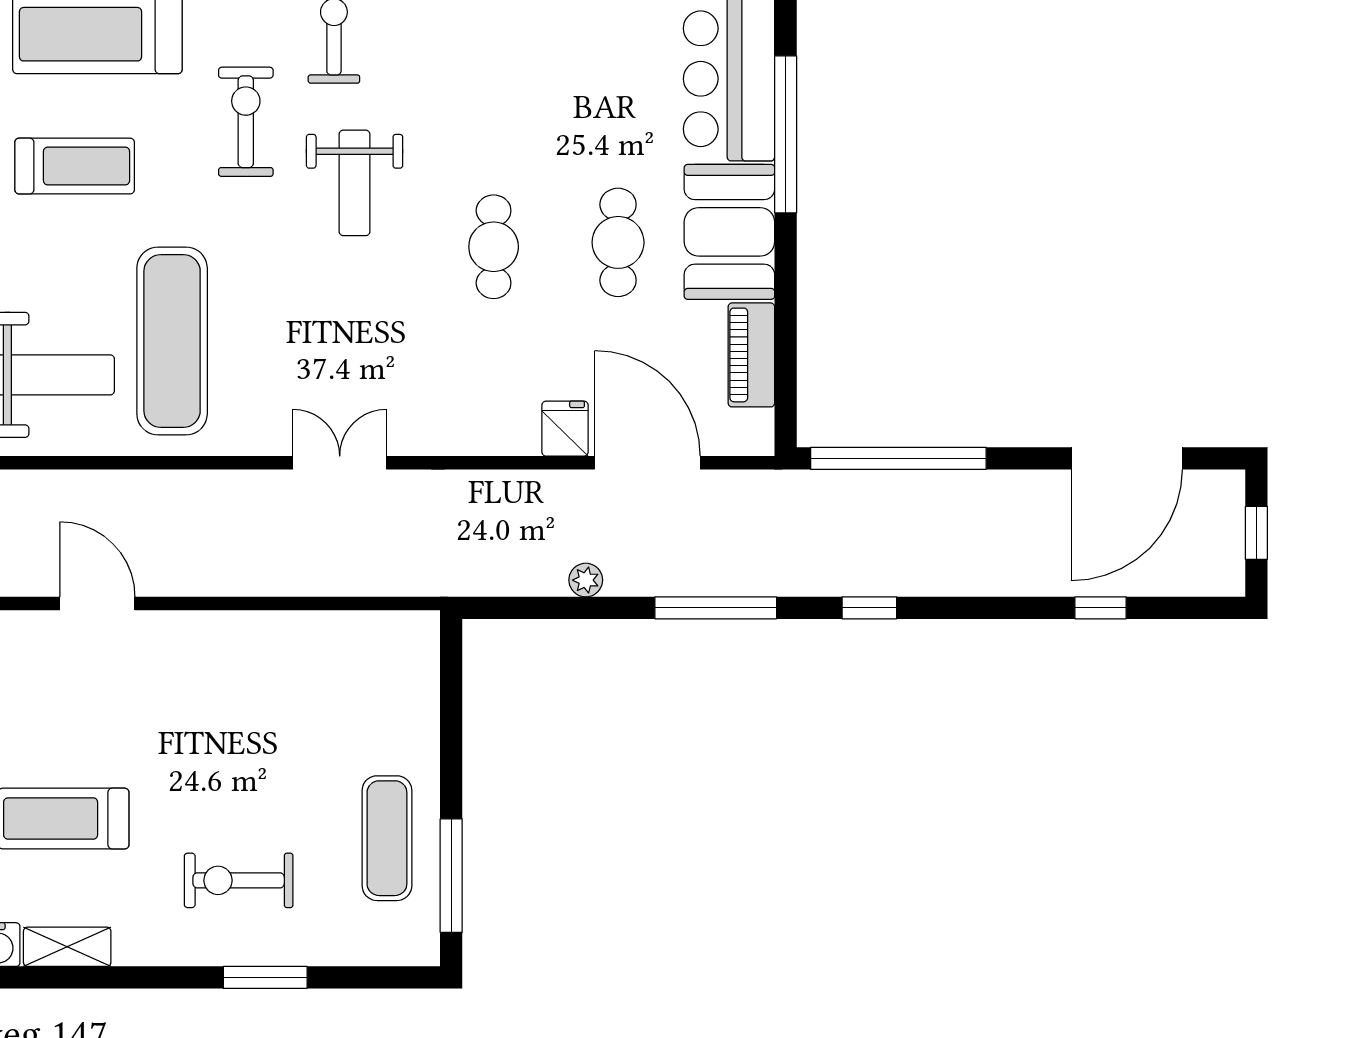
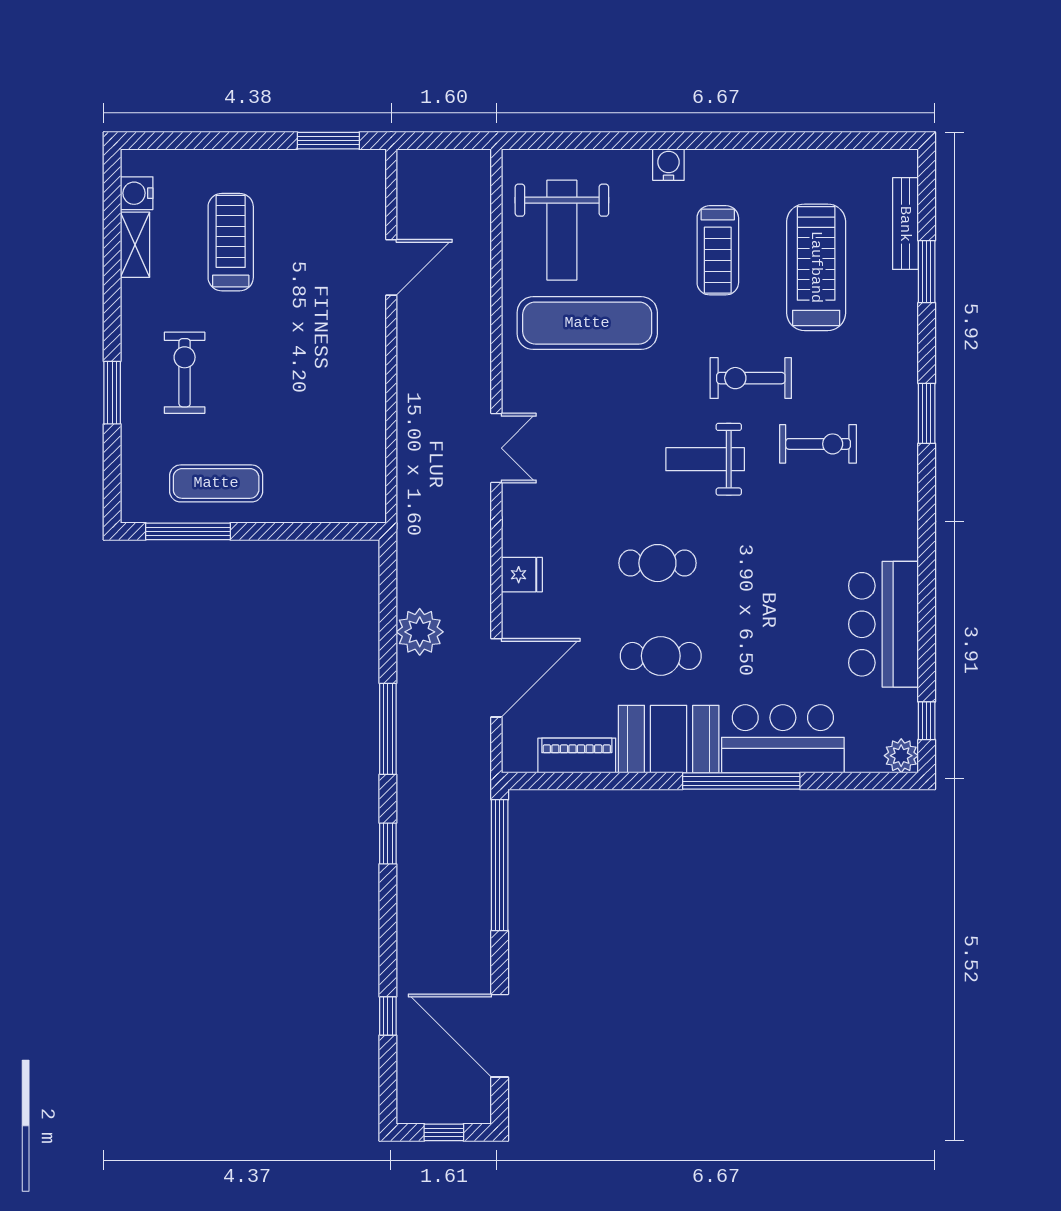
exercise bike: (246, 122) -> (751, 378), turned 180
fridge: (565, 429) -> (522, 575), moved
plant: (586, 580) -> (420, 632), width x1.88, depth x1.88

